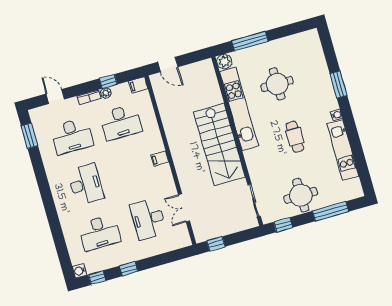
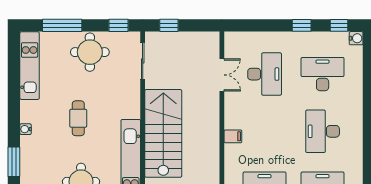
kitchen unit: (343, 150) -> (30, 66), moved
window: (216, 244) -> (169, 25), moved

